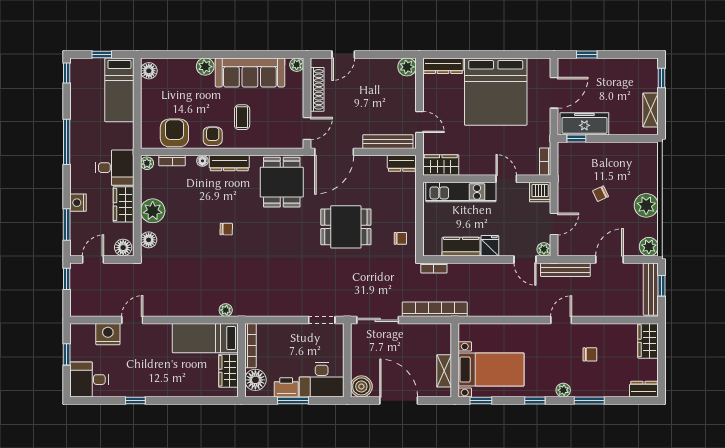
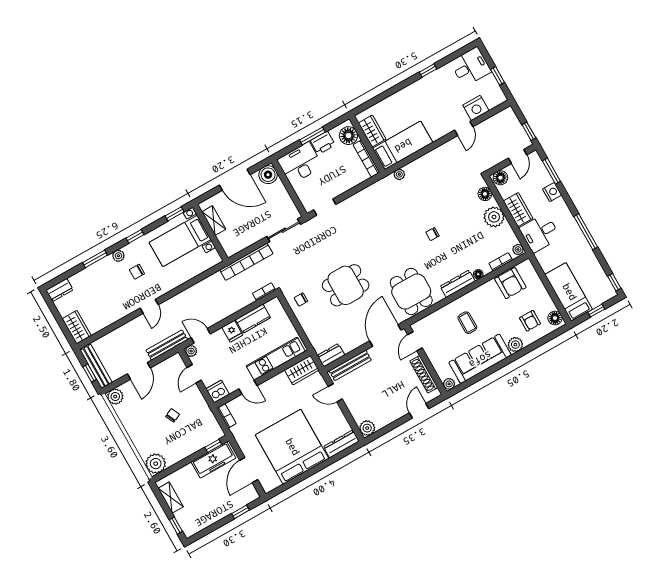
armchair: (213, 136) -> (530, 321), moved
plant: (646, 205) -> (156, 464), moved
chair: (590, 354) -> (137, 272), moved

